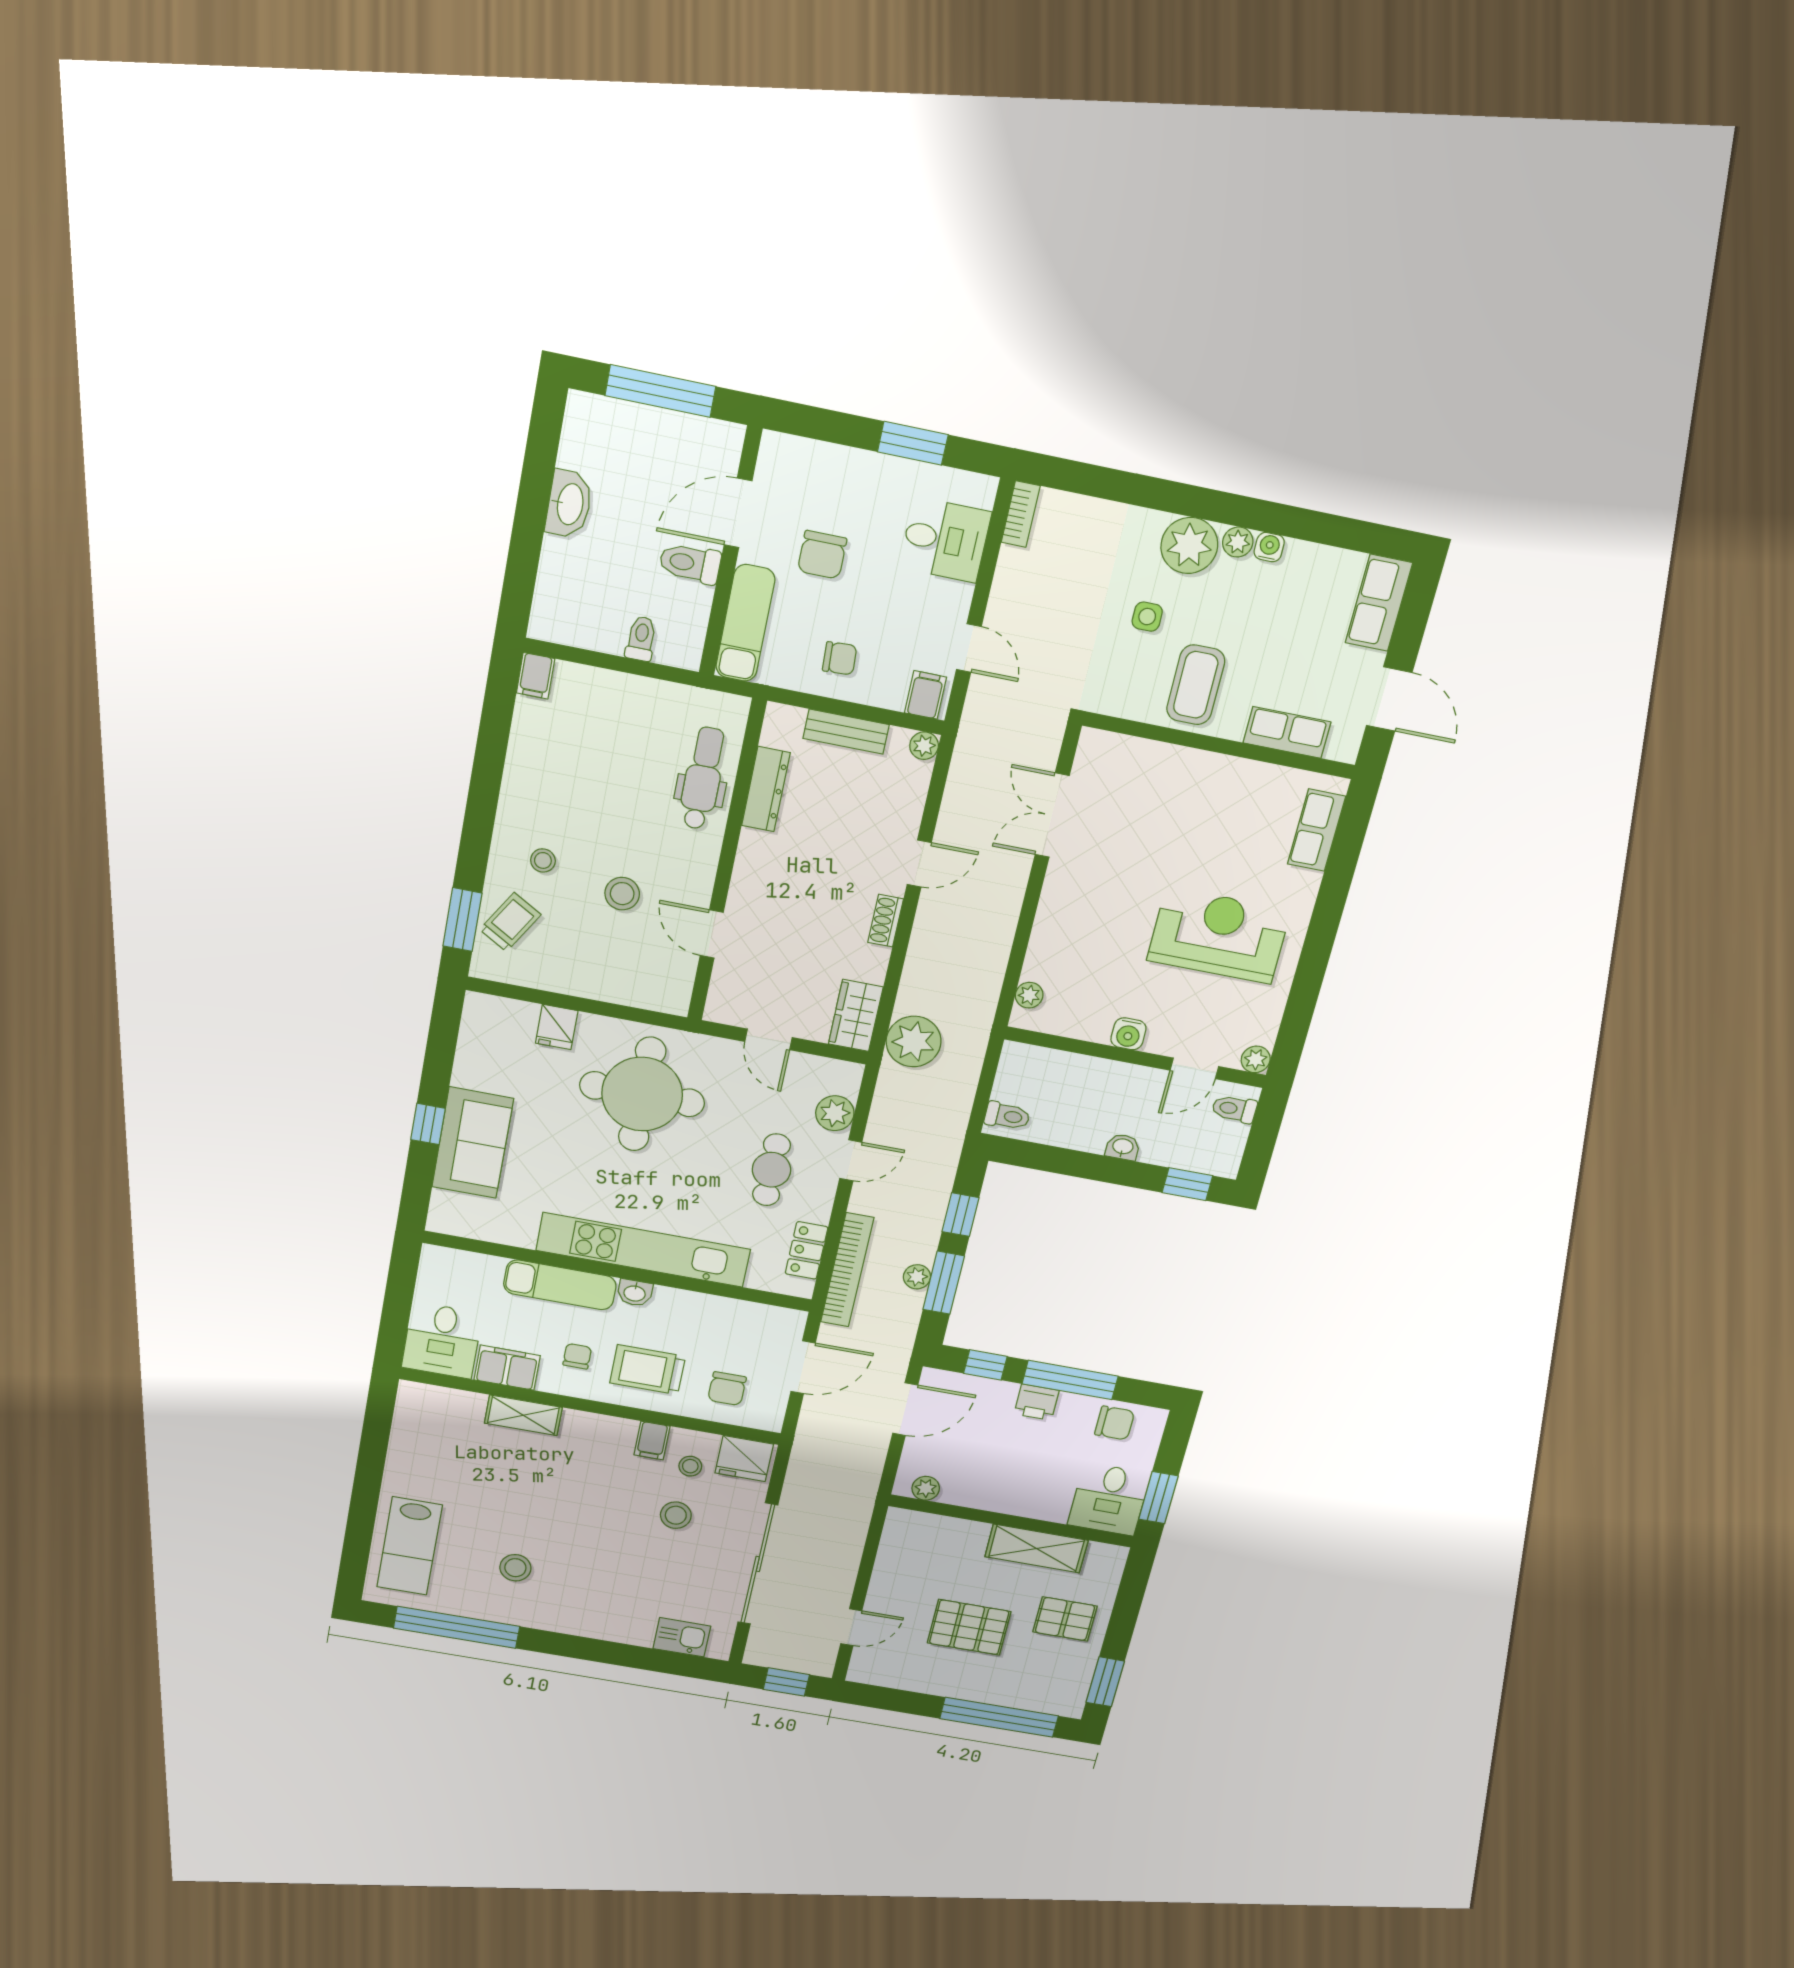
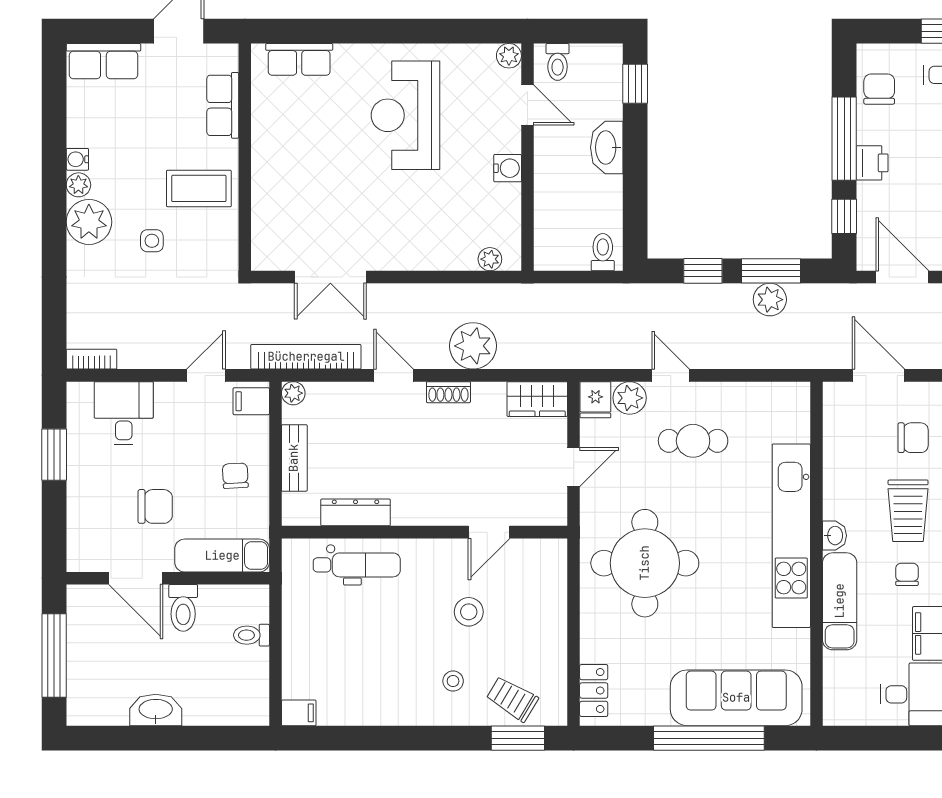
dental chair: (703, 778) -> (357, 565), turned 180
fridge: (557, 1027) -> (595, 400), moved, turned 90
plant: (914, 1041) -> (473, 346), moved
window: (428, 1124) -> (709, 738), width x3.17
sofa: (473, 1143) -> (736, 698), width x1.36
washbasin: (1123, 1147) -> (607, 147), width x1.91, depth x1.45
locker: (807, 1250) -> (594, 691), moved, turned -90
bookcase: (847, 1270) -> (306, 357), moved
plant: (917, 1277) -> (770, 300), width x1.38, depth x1.38
chair: (577, 1356) -> (907, 574), turned 90

